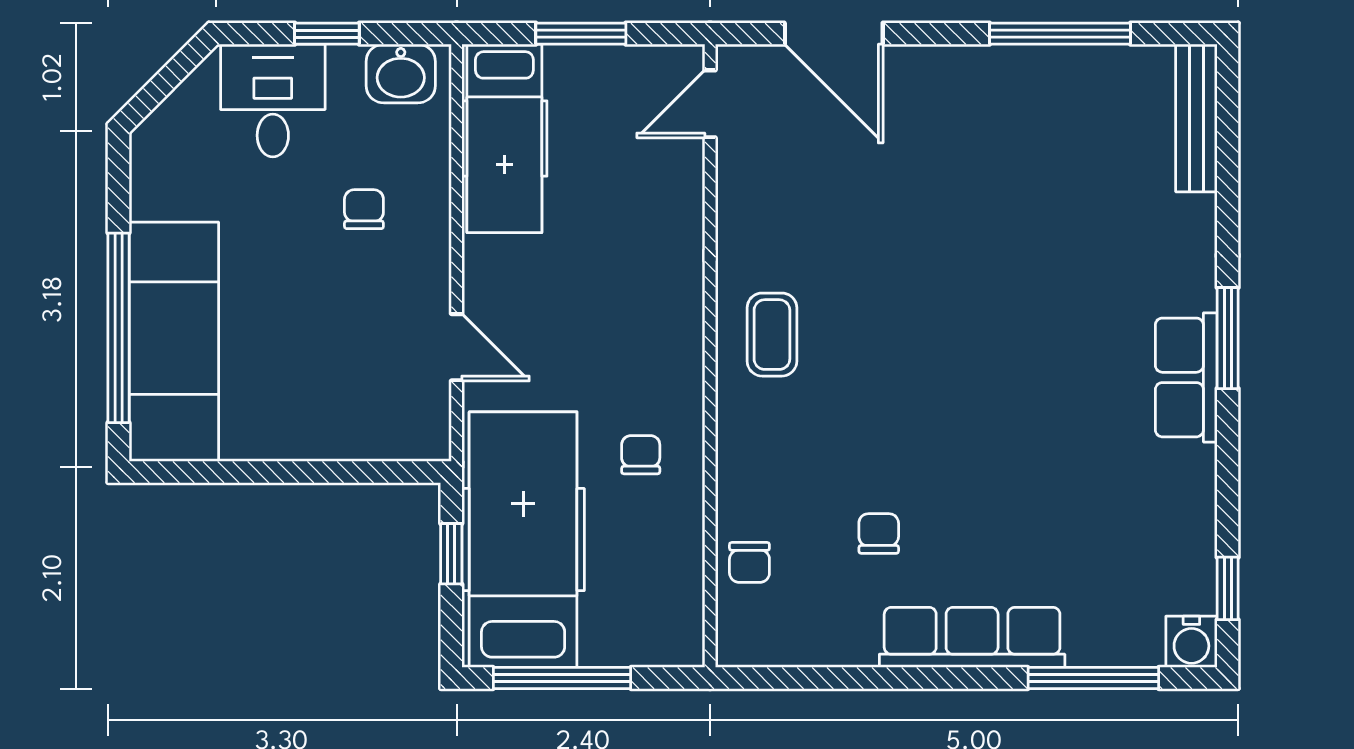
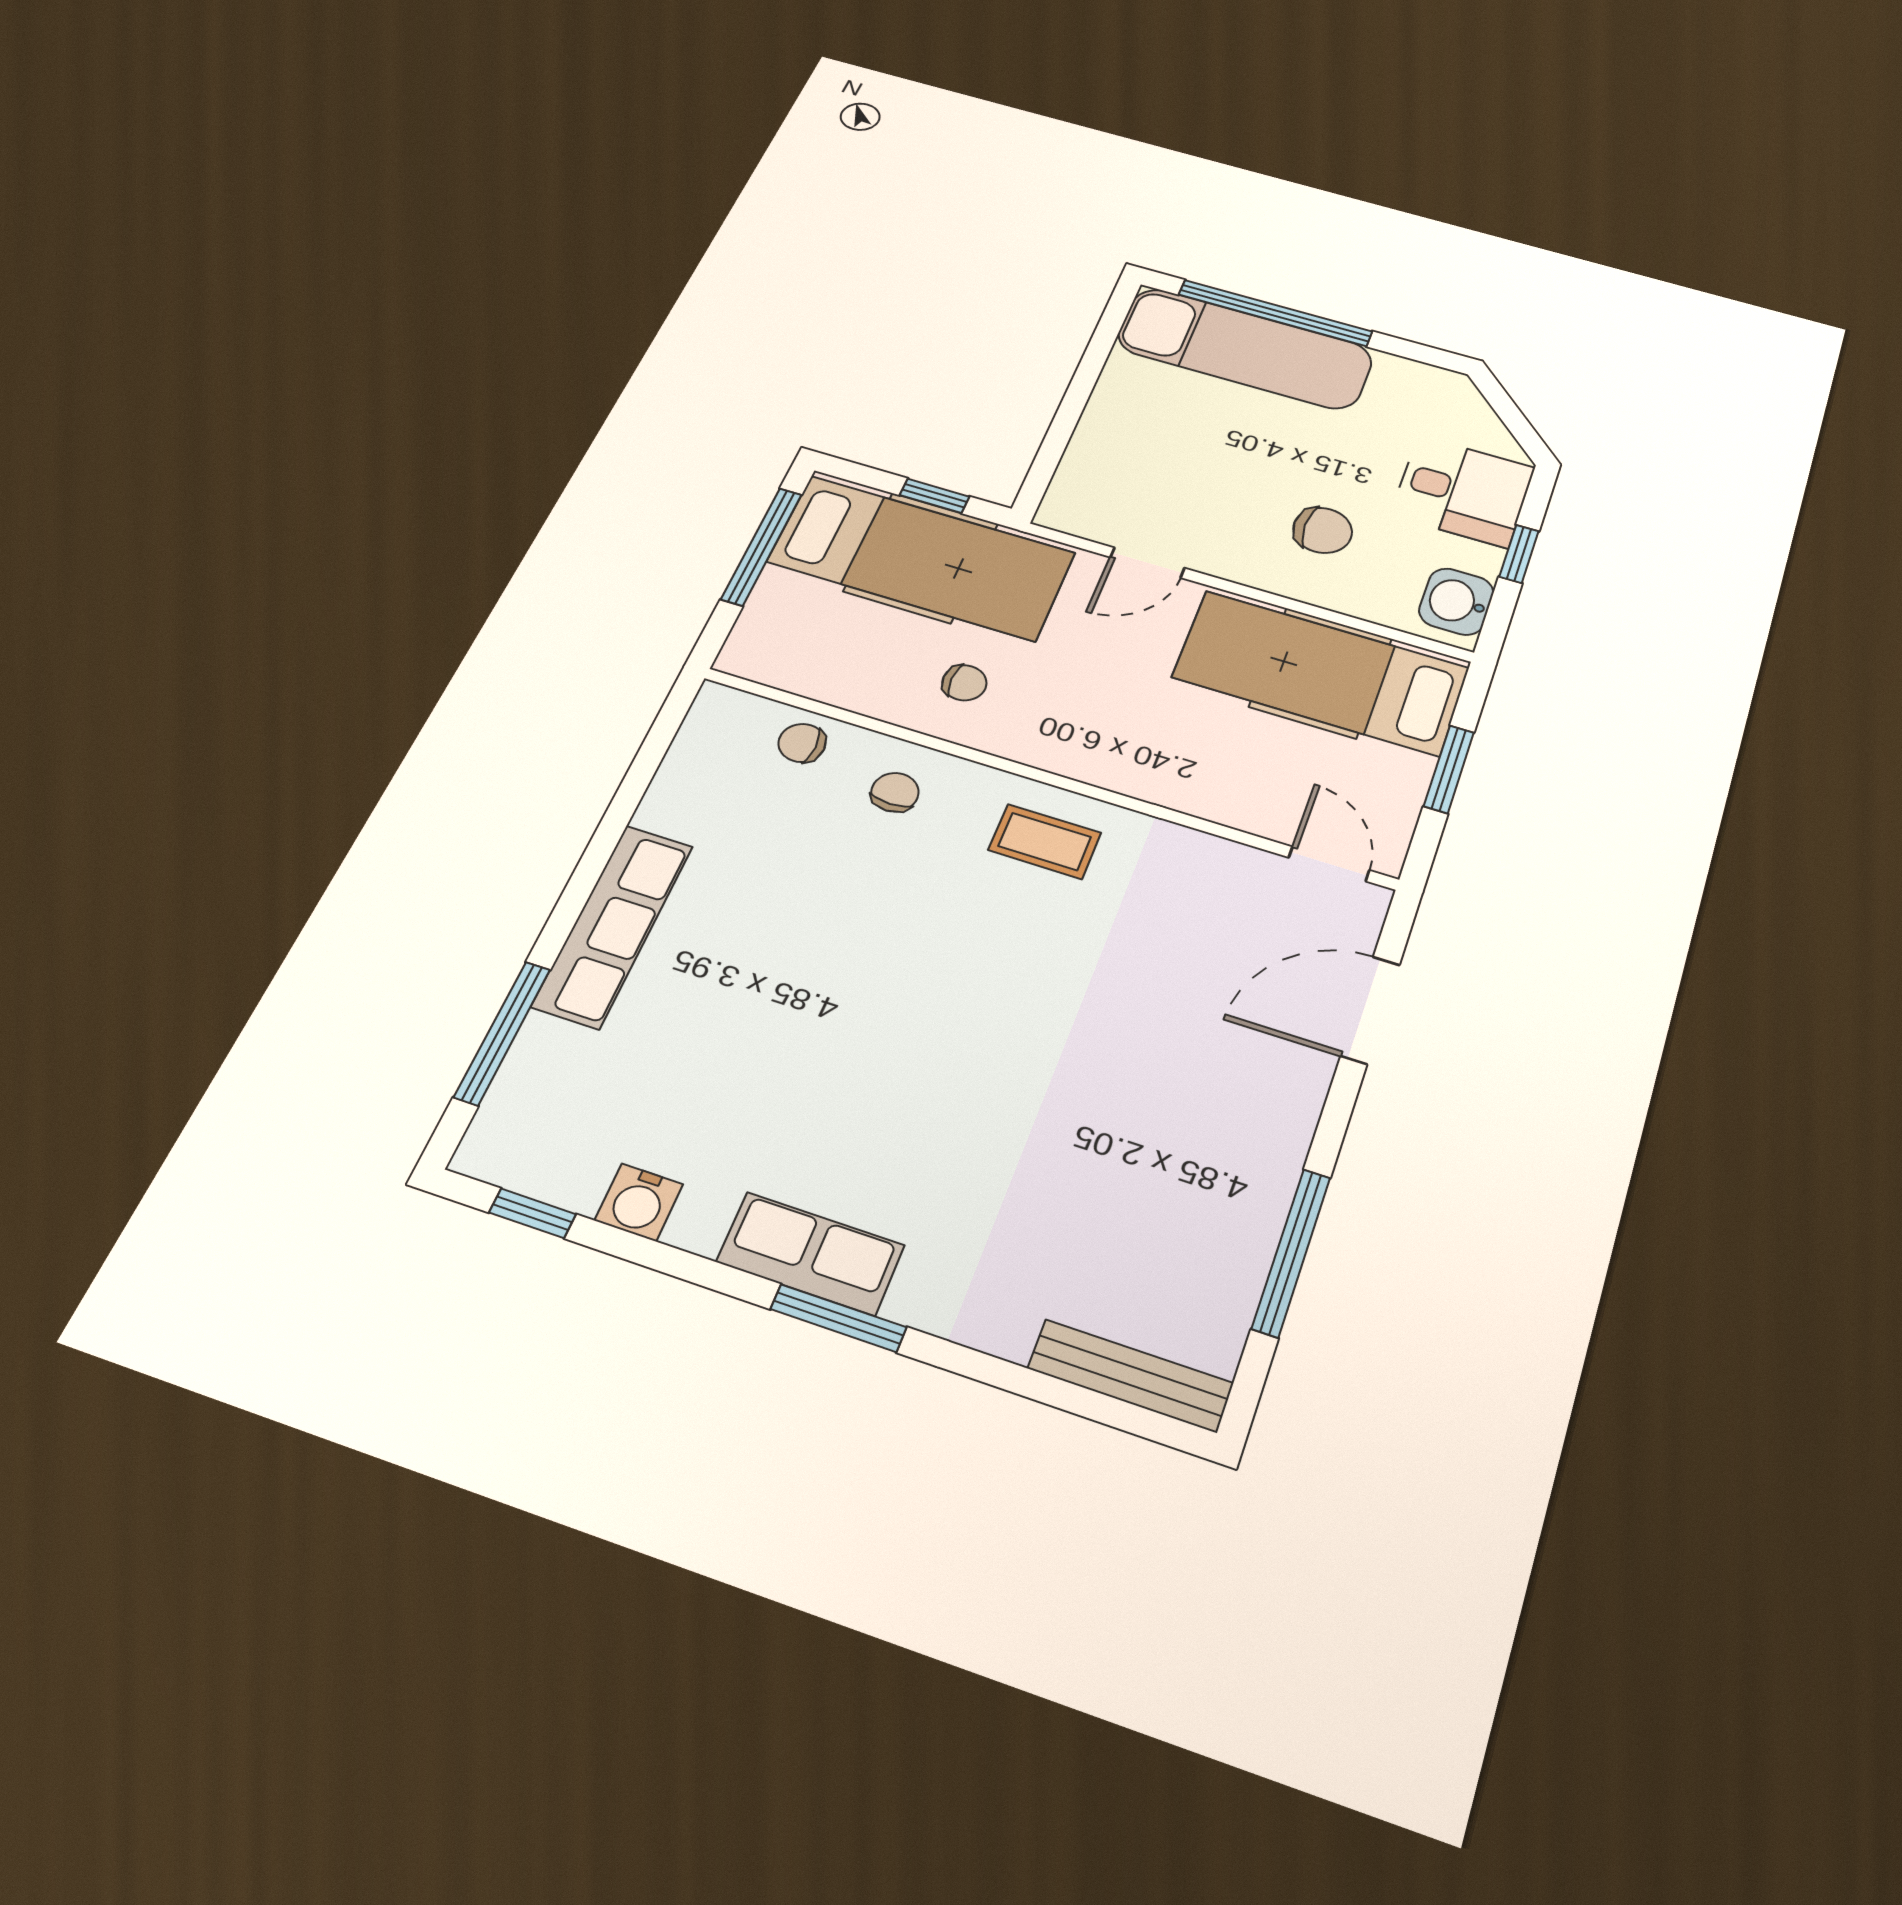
hospital bed: (504, 138) -> (1321, 673), width x1.37, depth x1.29
chair: (364, 209) -> (1323, 530), width x1.37, depth x1.37
chair: (879, 533) -> (895, 792), moved, turned -90
water cooler: (1191, 642) -> (639, 1202), moved, turned -90

